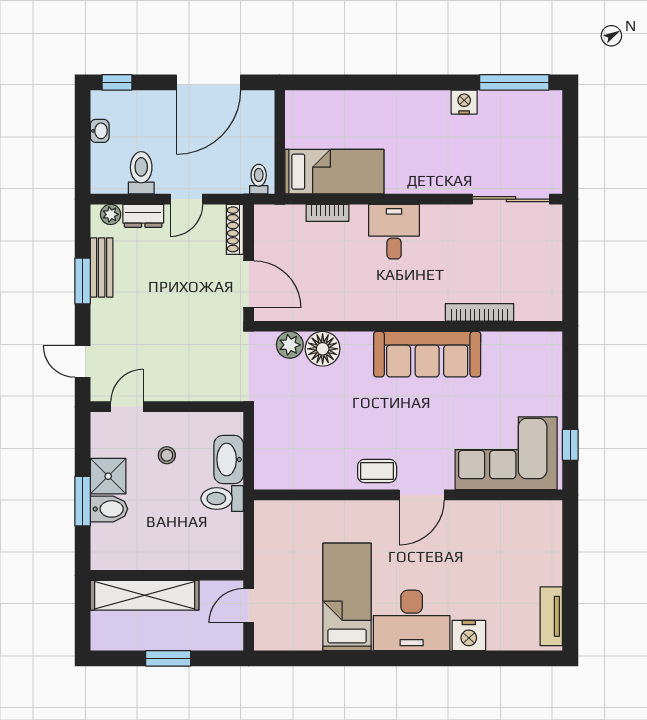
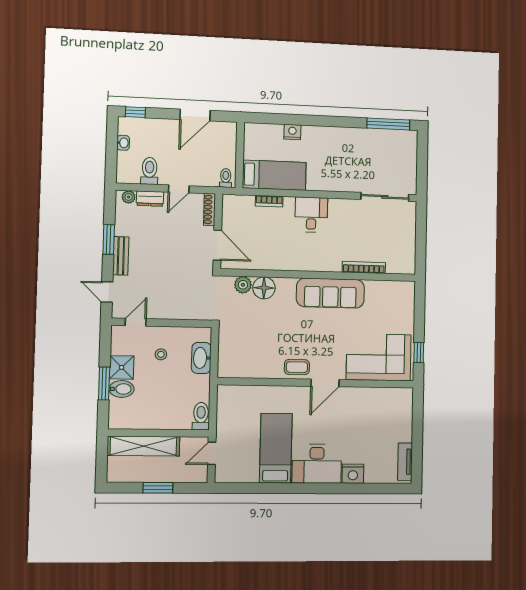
door: (209, 82) -> (195, 115), width x0.73
nightstand: (464, 102) -> (292, 132), moved
bench: (102, 267) -> (121, 256), moved
toilet: (222, 499) -> (201, 416), moved, turned 90

